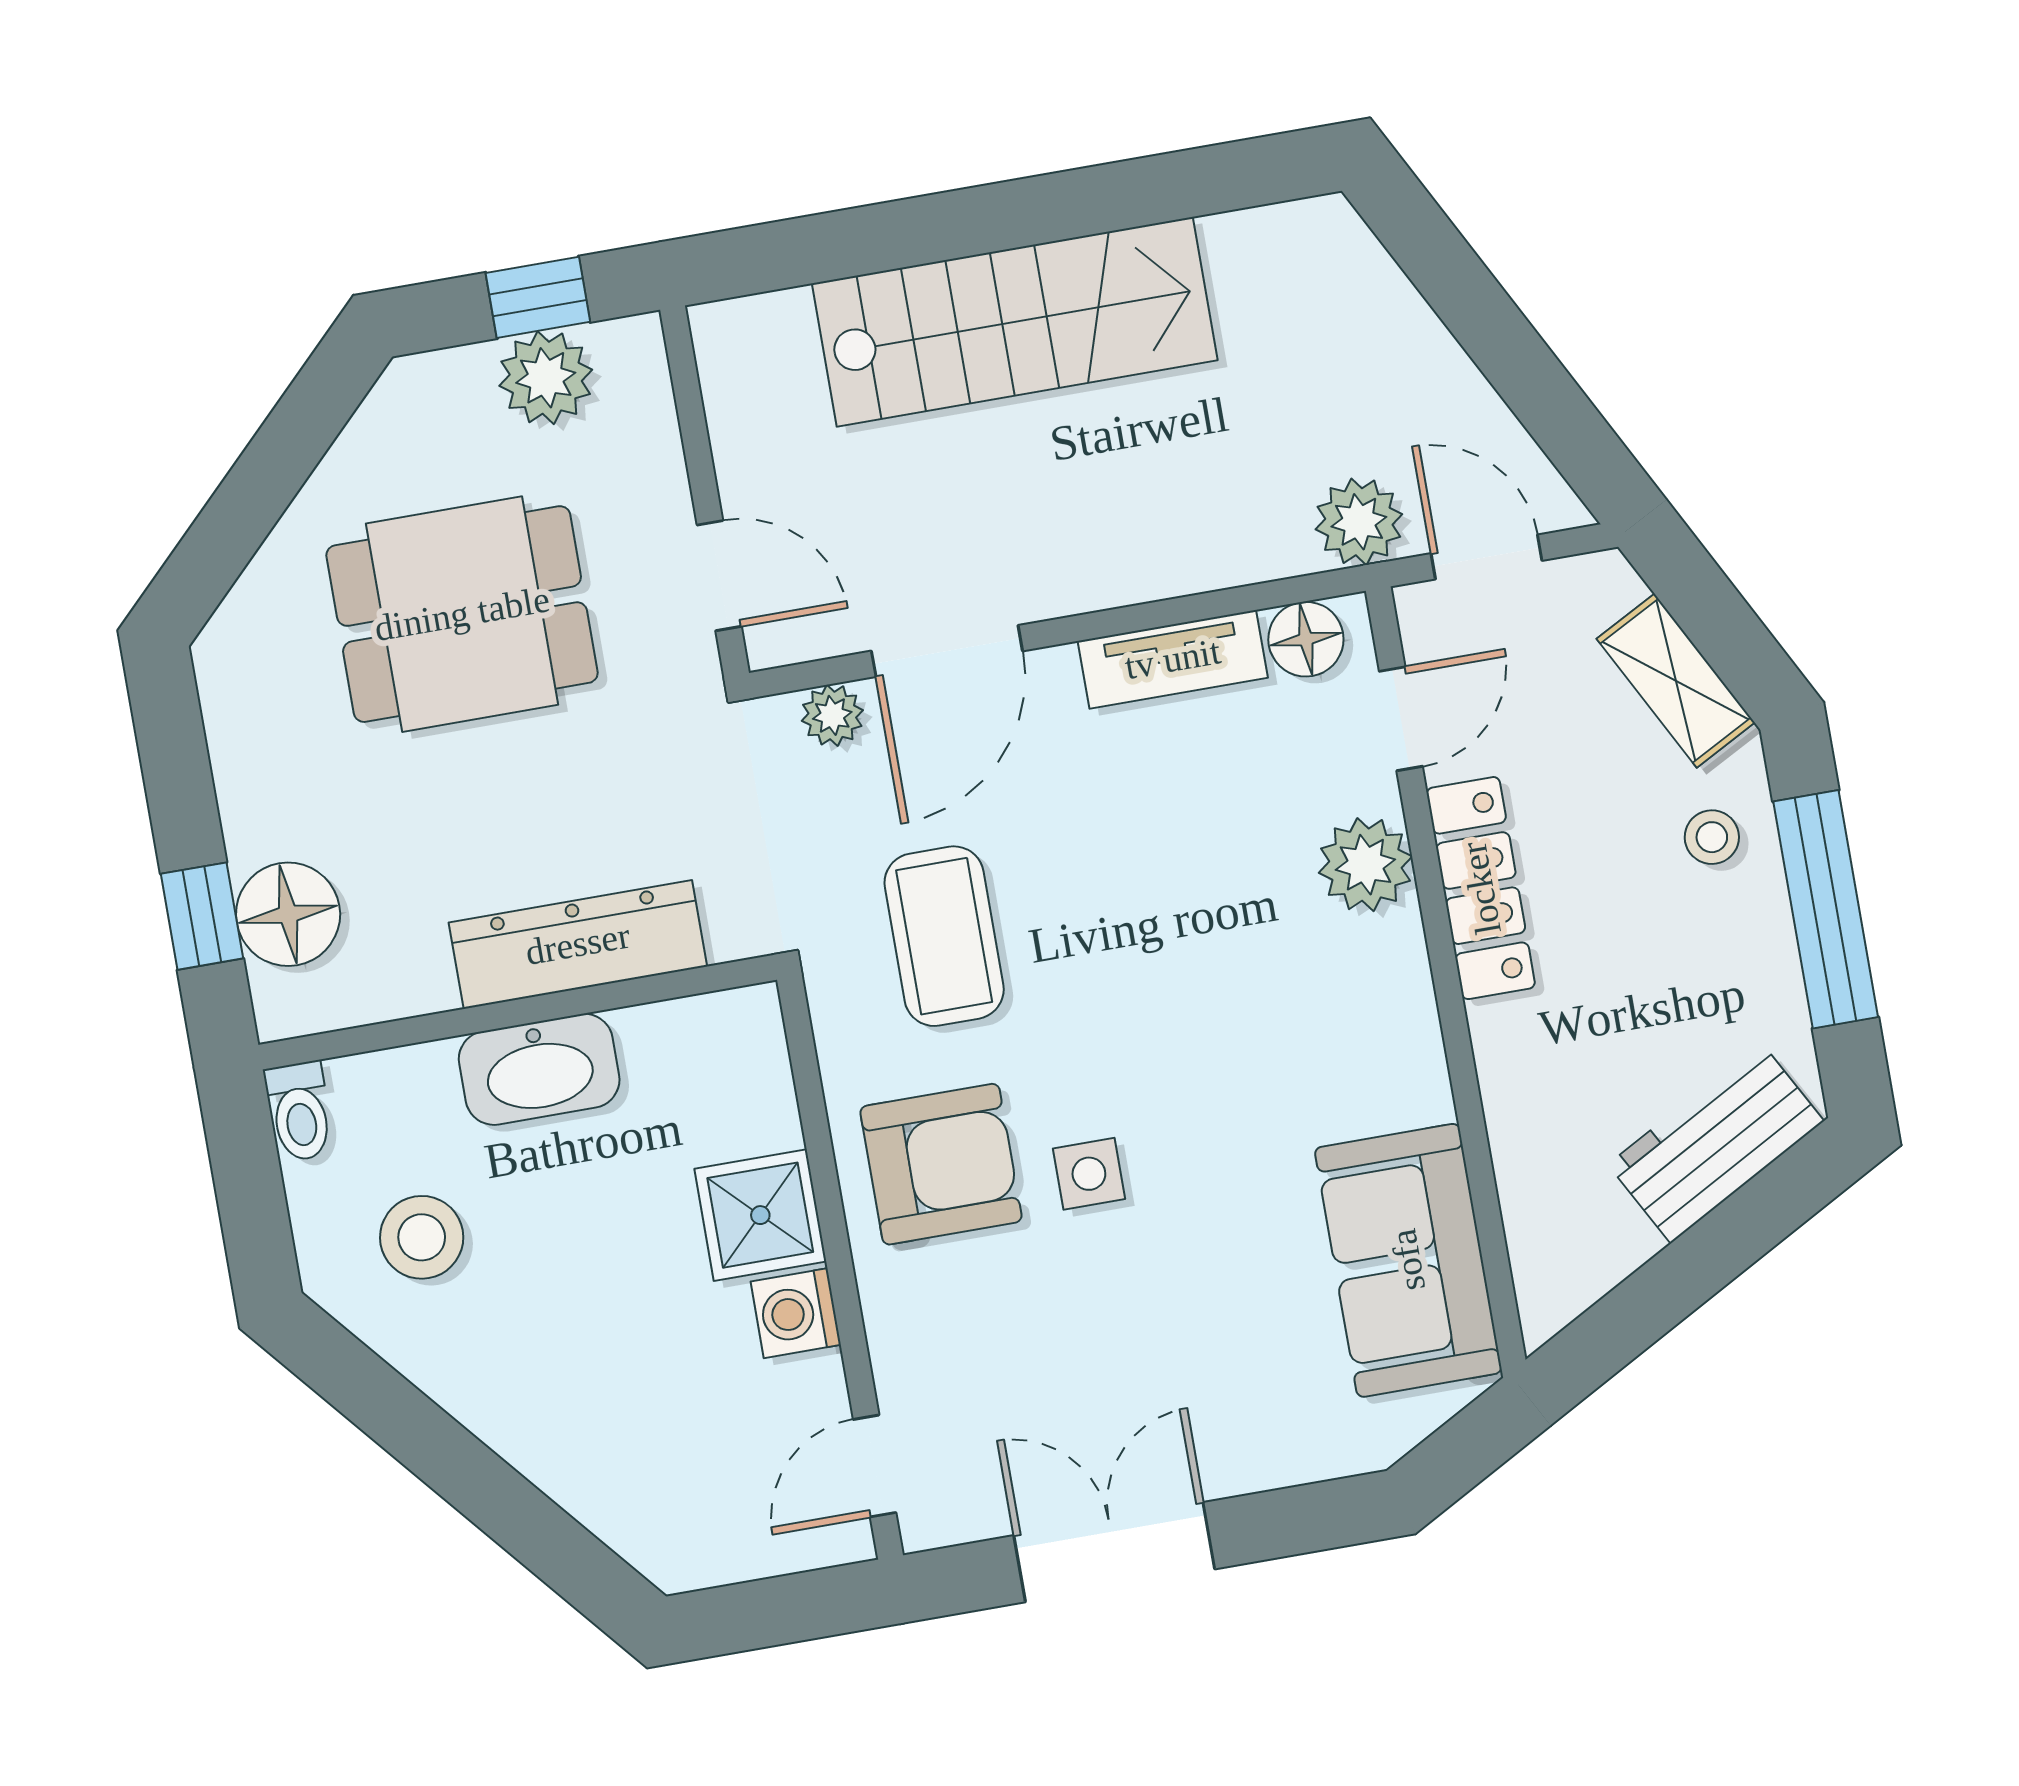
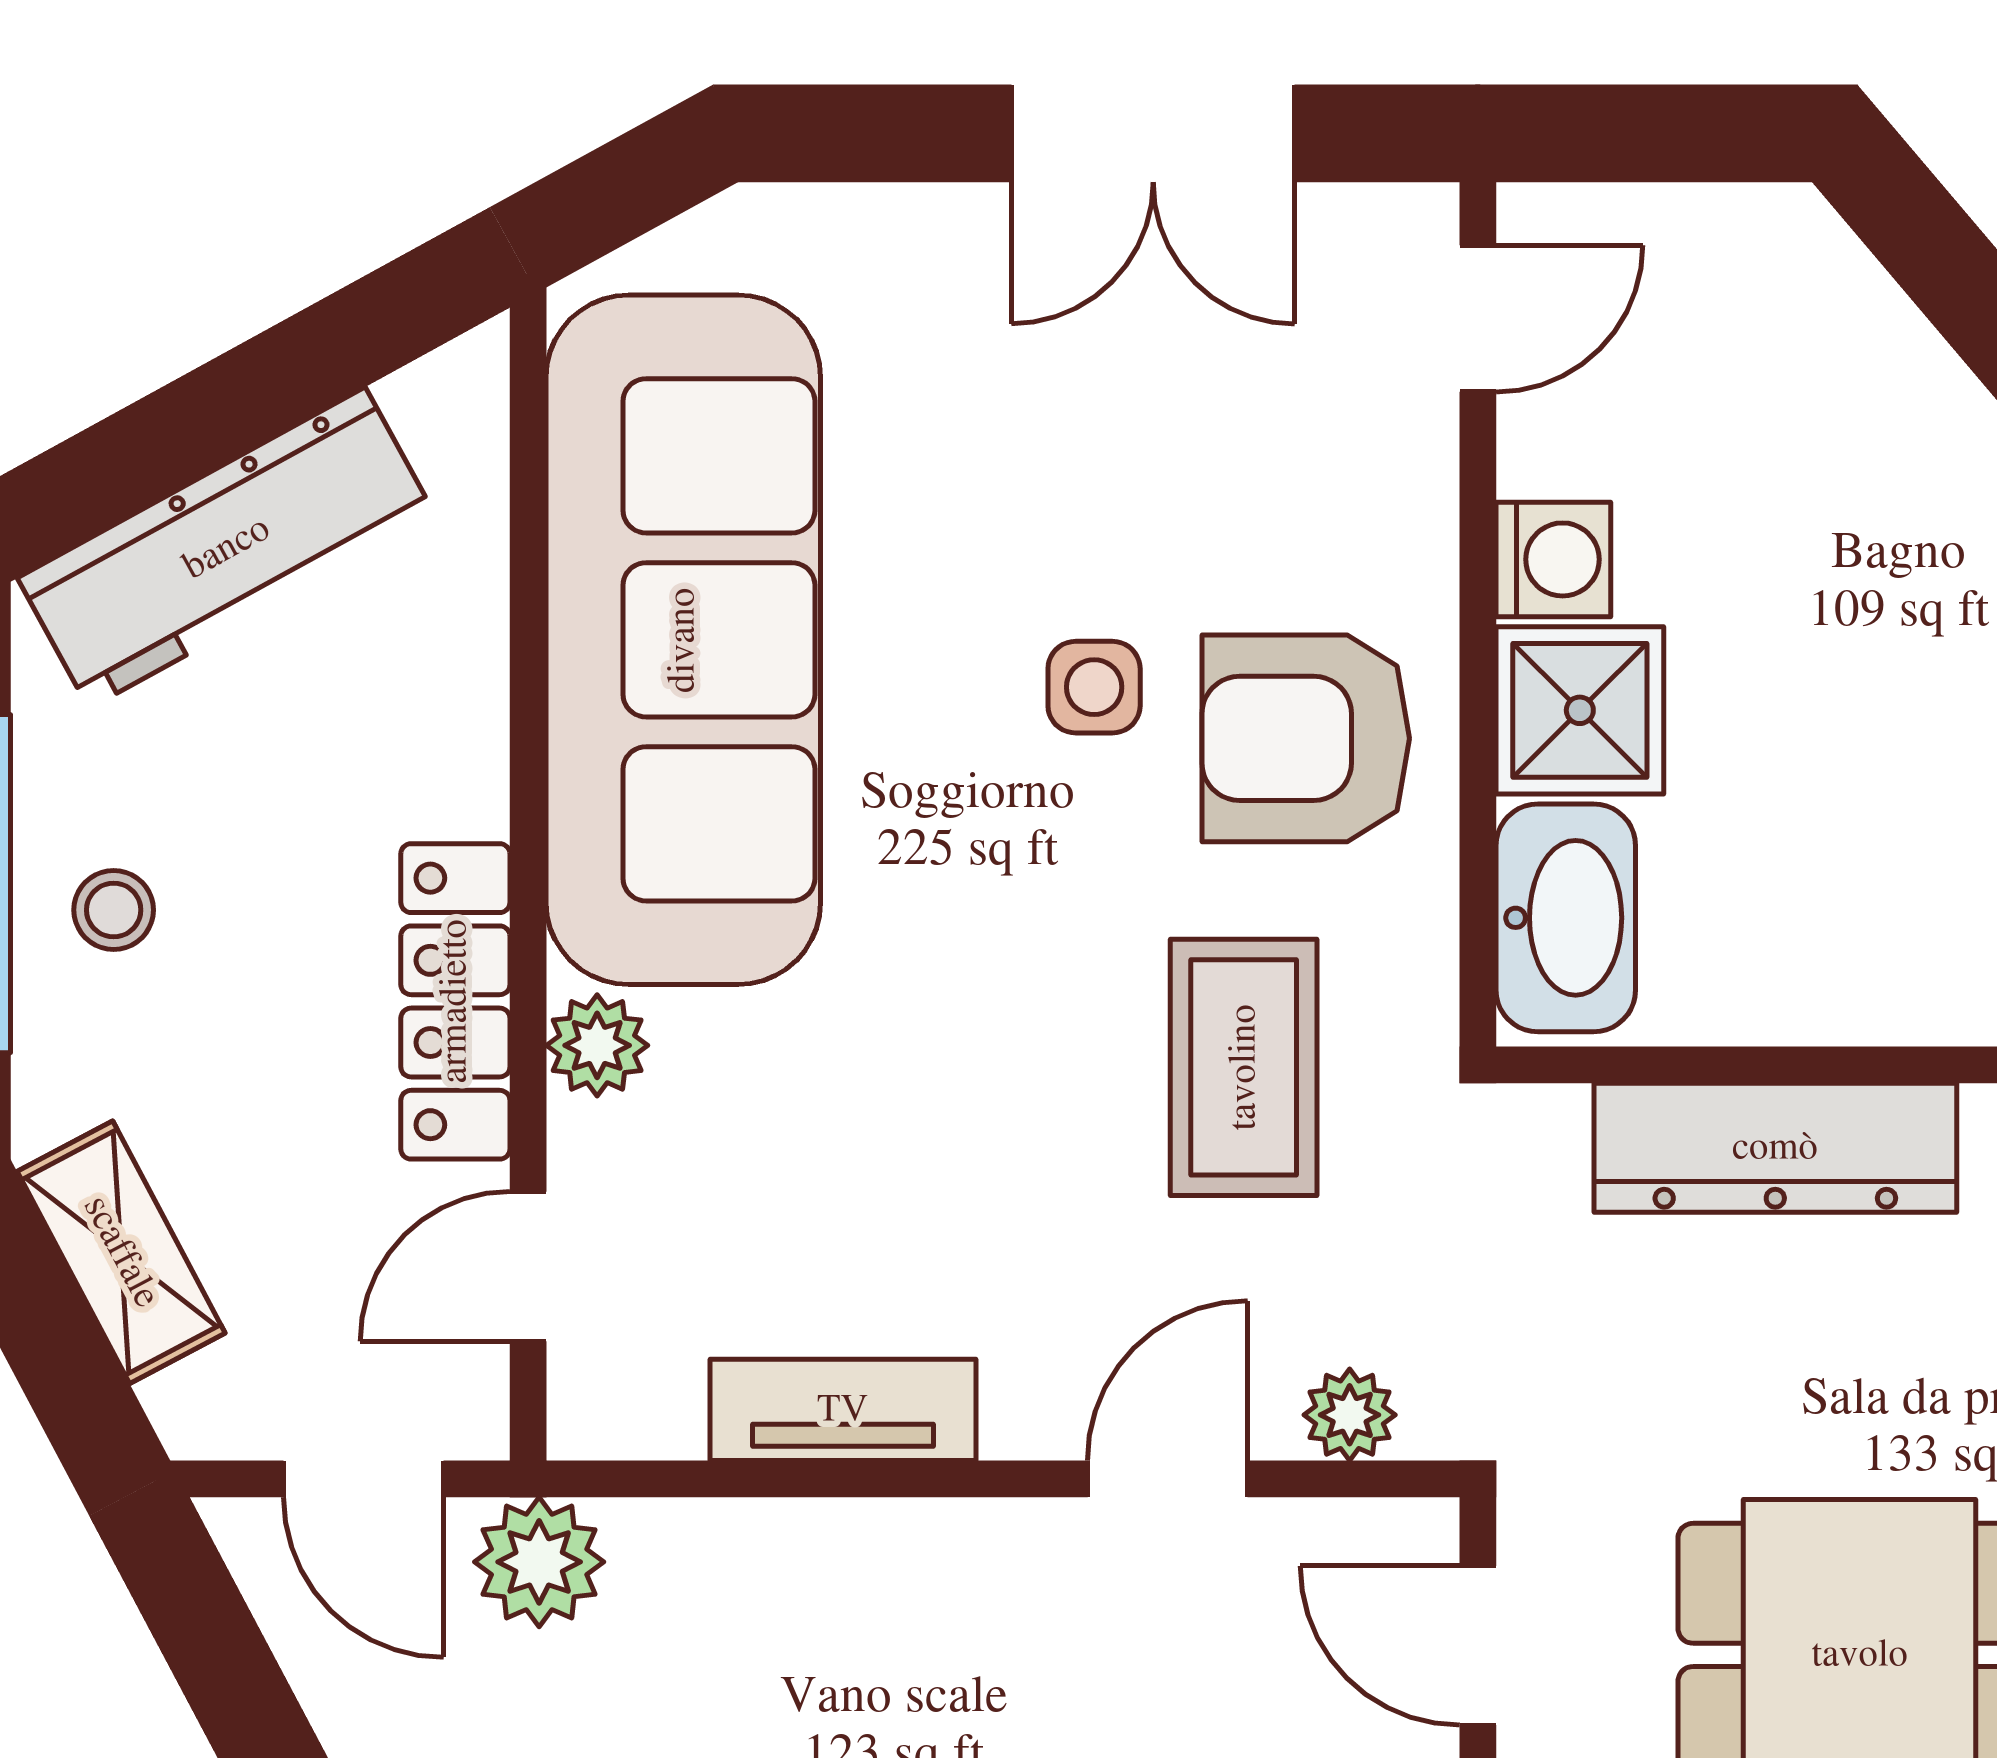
floor lamp: (1306, 639) -> (645, 1405), removed
door: (947, 651) -> (1168, 1479), width x0.73
stool: (1712, 837) -> (114, 910), moved
plant: (1365, 865) -> (597, 1045), width x0.73, depth x0.73
washbasin: (539, 1069) -> (1566, 918), moved, turned 90
workbench: (1716, 1143) -> (227, 548), width x1.38
sofa: (1408, 1260) -> (683, 640), width x1.85, depth x1.27

